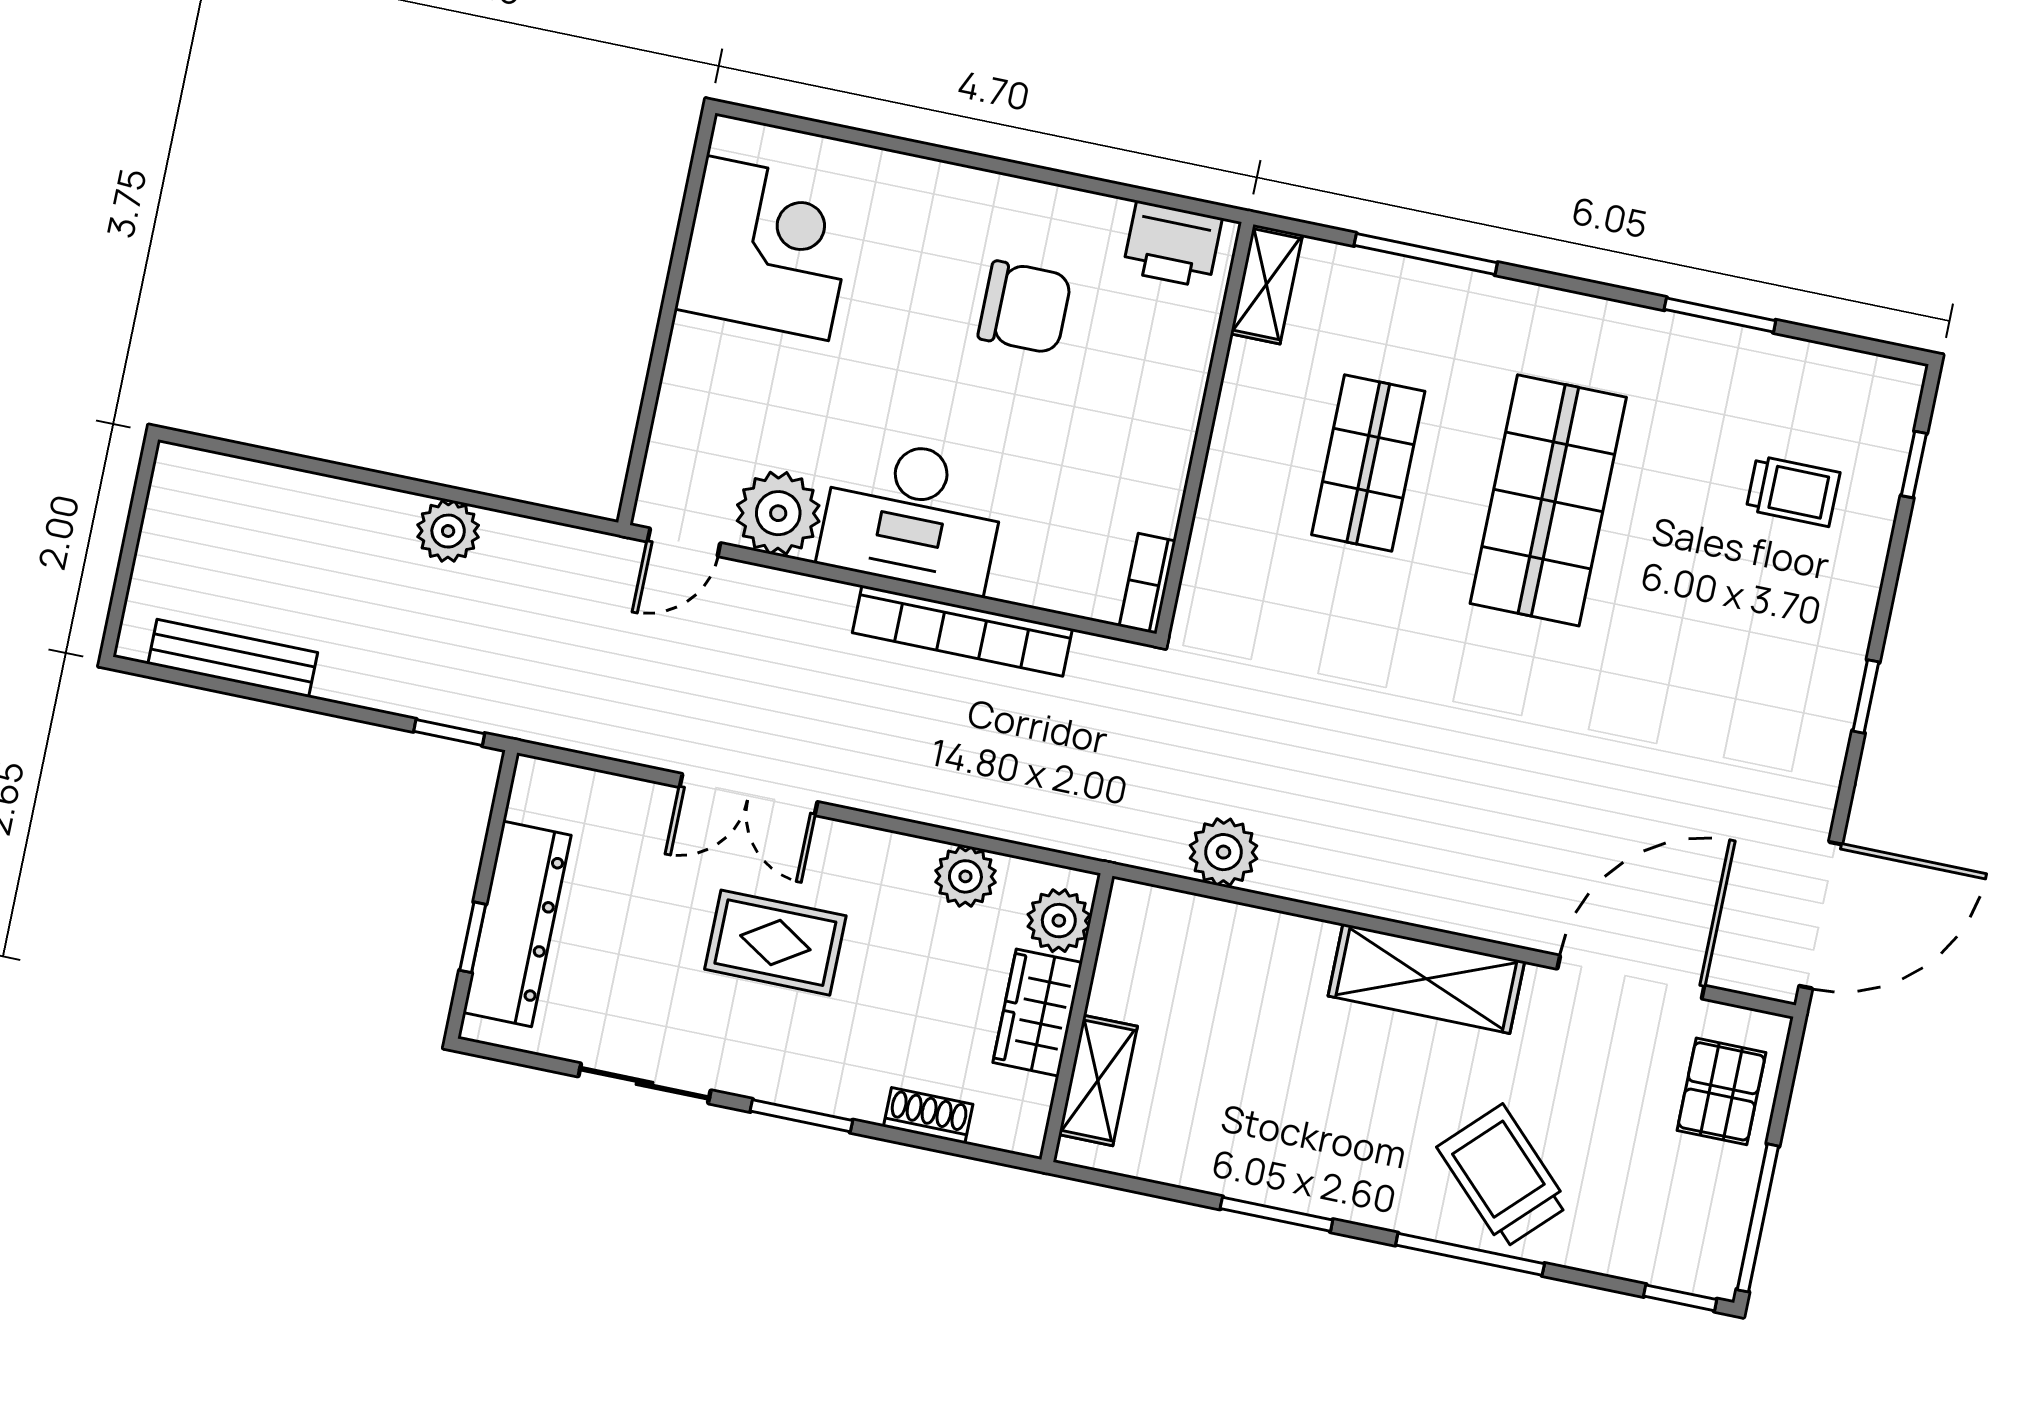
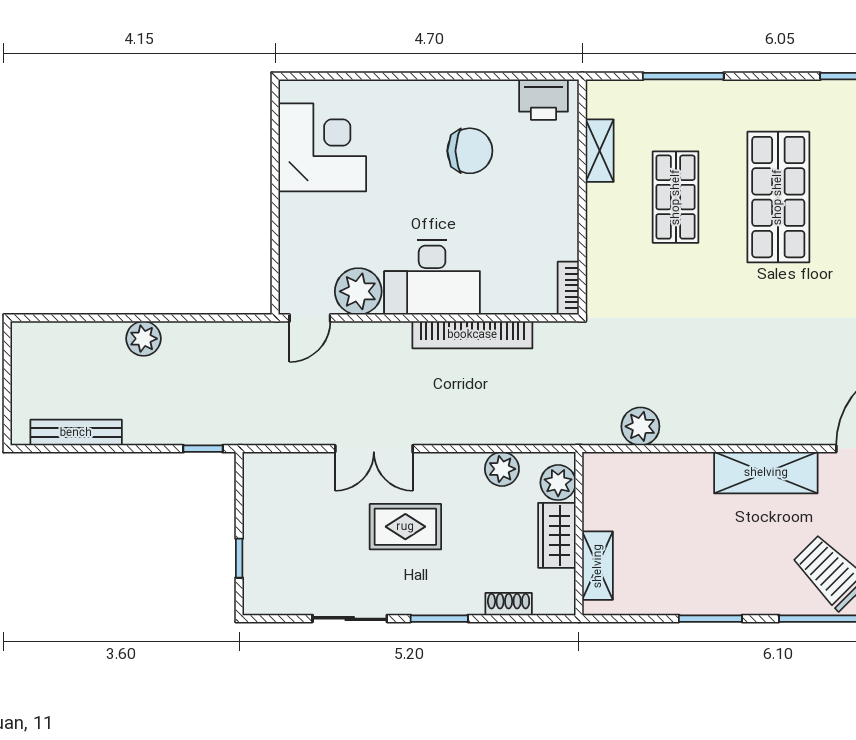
shelving: (1267, 284) -> (600, 151), moved
plant: (448, 531) -> (143, 339), moved
dresser: (517, 924) -> (262, 546), removed

